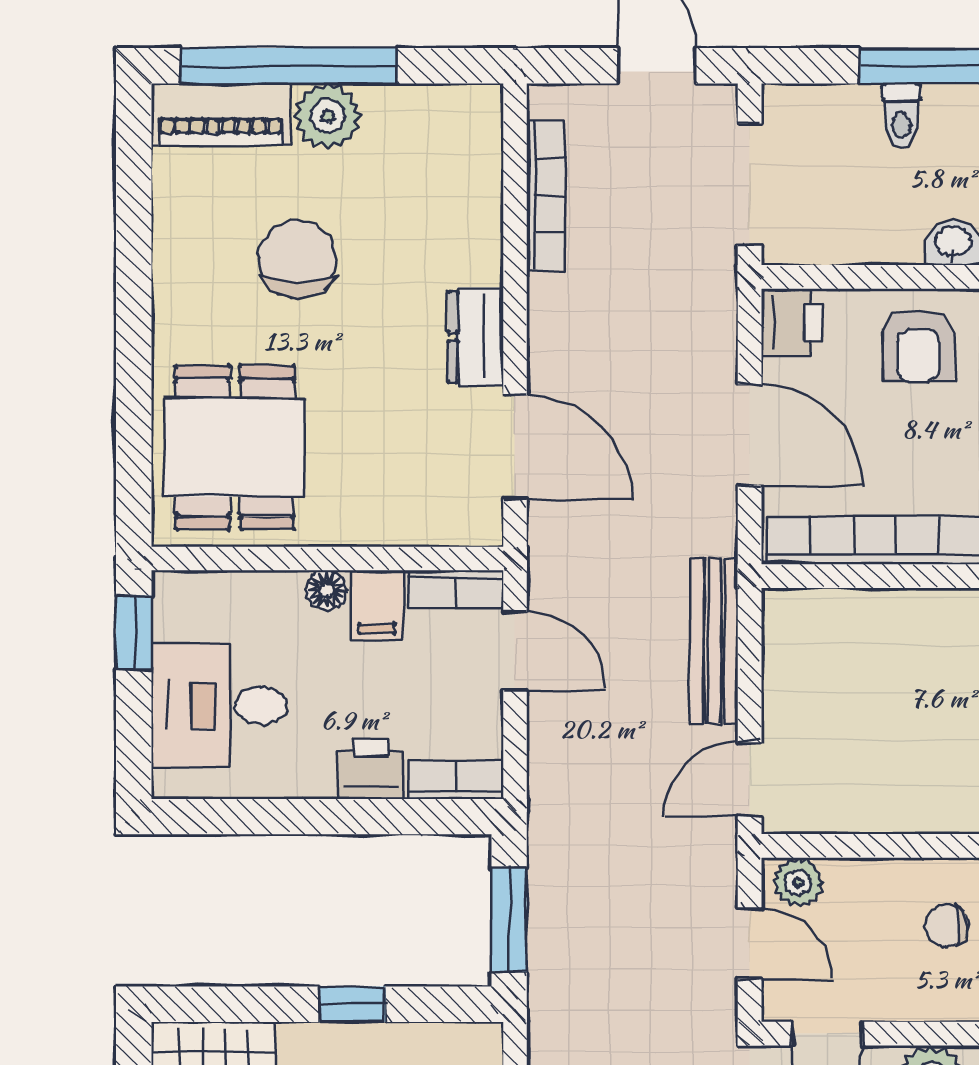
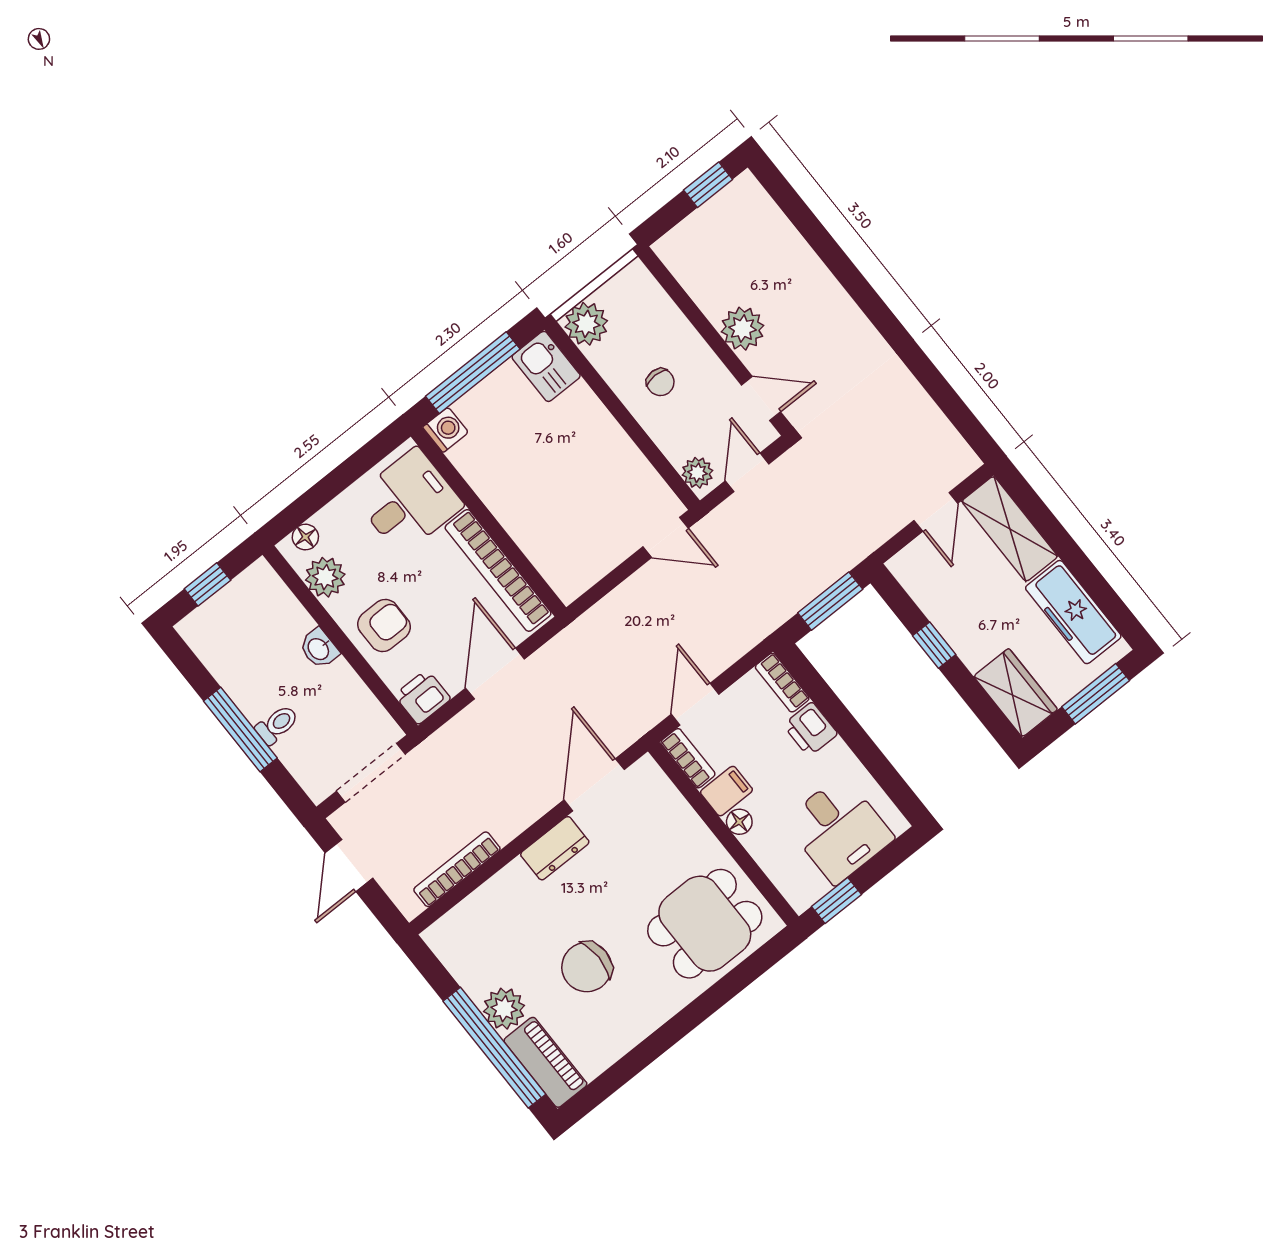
bench: (715, 641) -> (611, 609), removed

